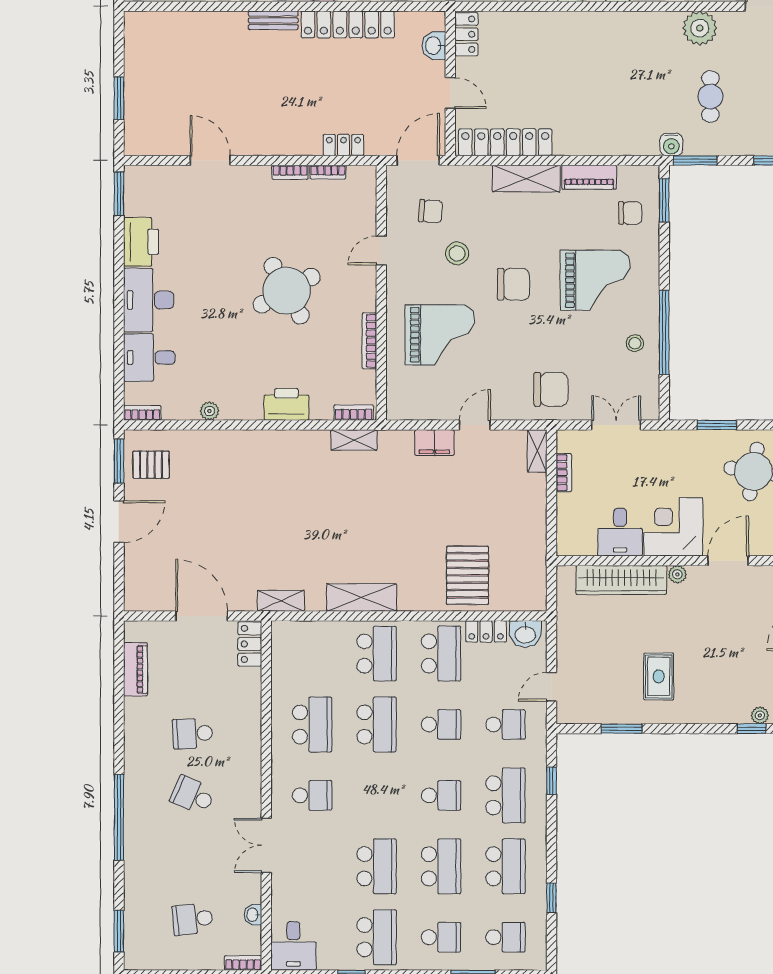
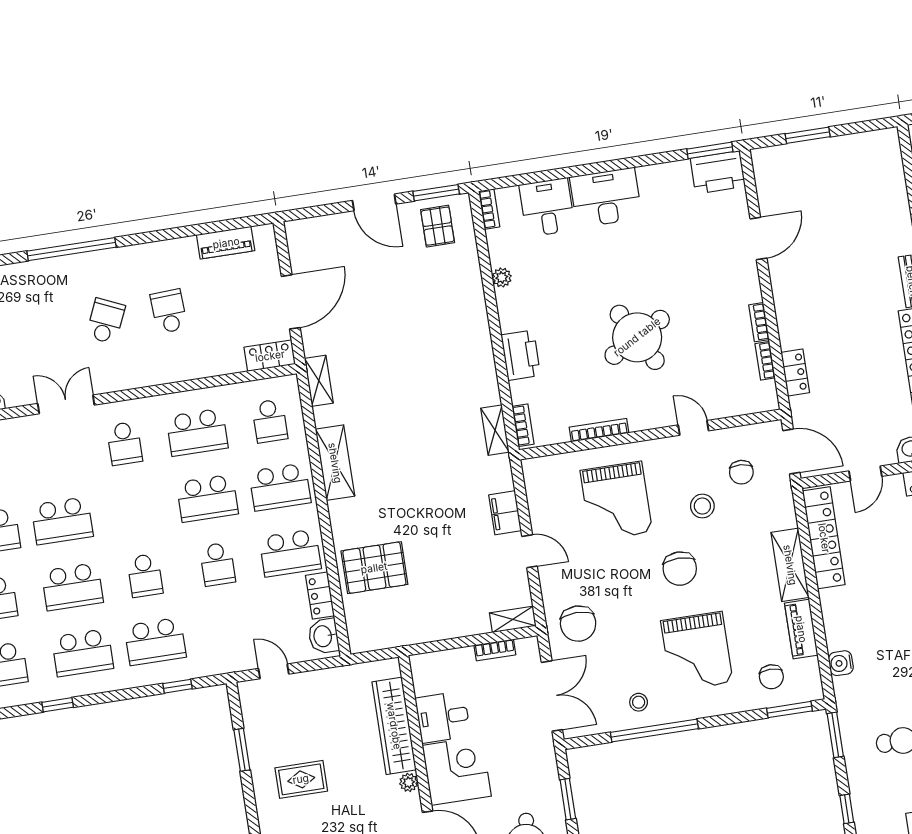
water cooler: (671, 144) -> (841, 663), moved
printer: (141, 242) -> (718, 172), moved
double door: (616, 425) -> (552, 696), width x1.37
school desk: (505, 724) -> (270, 421), moved

